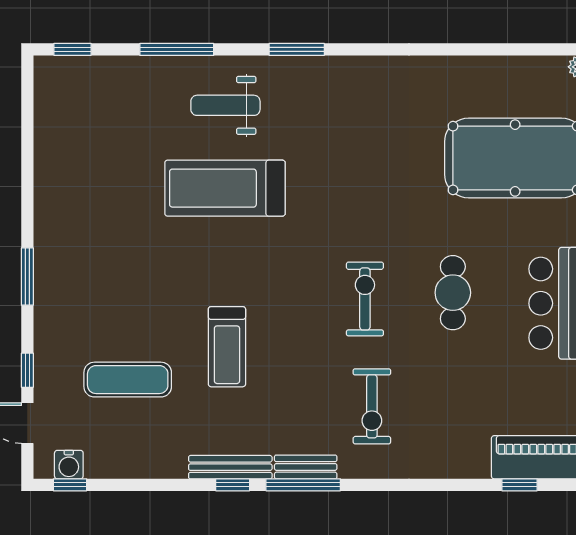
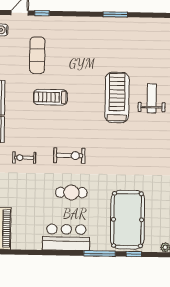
window: (27, 276) -> (115, 14), moved
exercise bike: (372, 406) -> (24, 158), width x0.73, depth x0.72

